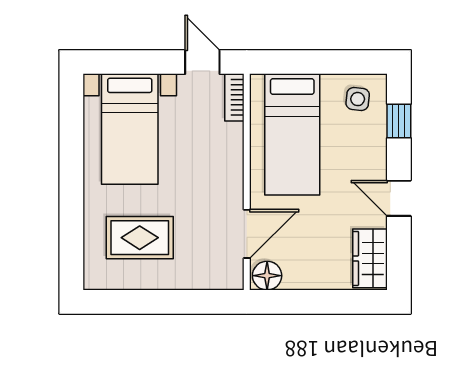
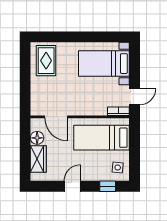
rug: (140, 238) -> (46, 61), moved
wardrobe: (370, 258) -> (38, 159), moved, turned 90
floor lamp: (267, 276) -> (37, 138), moved

